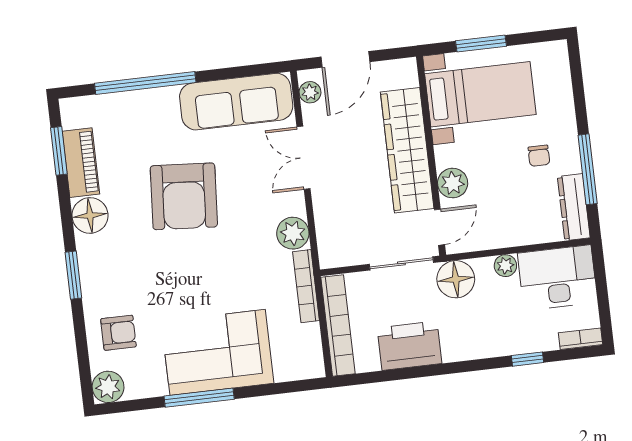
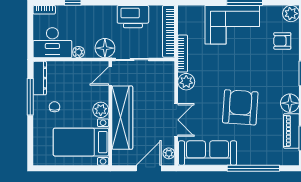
window: (481, 43) -> (78, 168), removed
plant: (453, 183) -> (101, 110), moved

